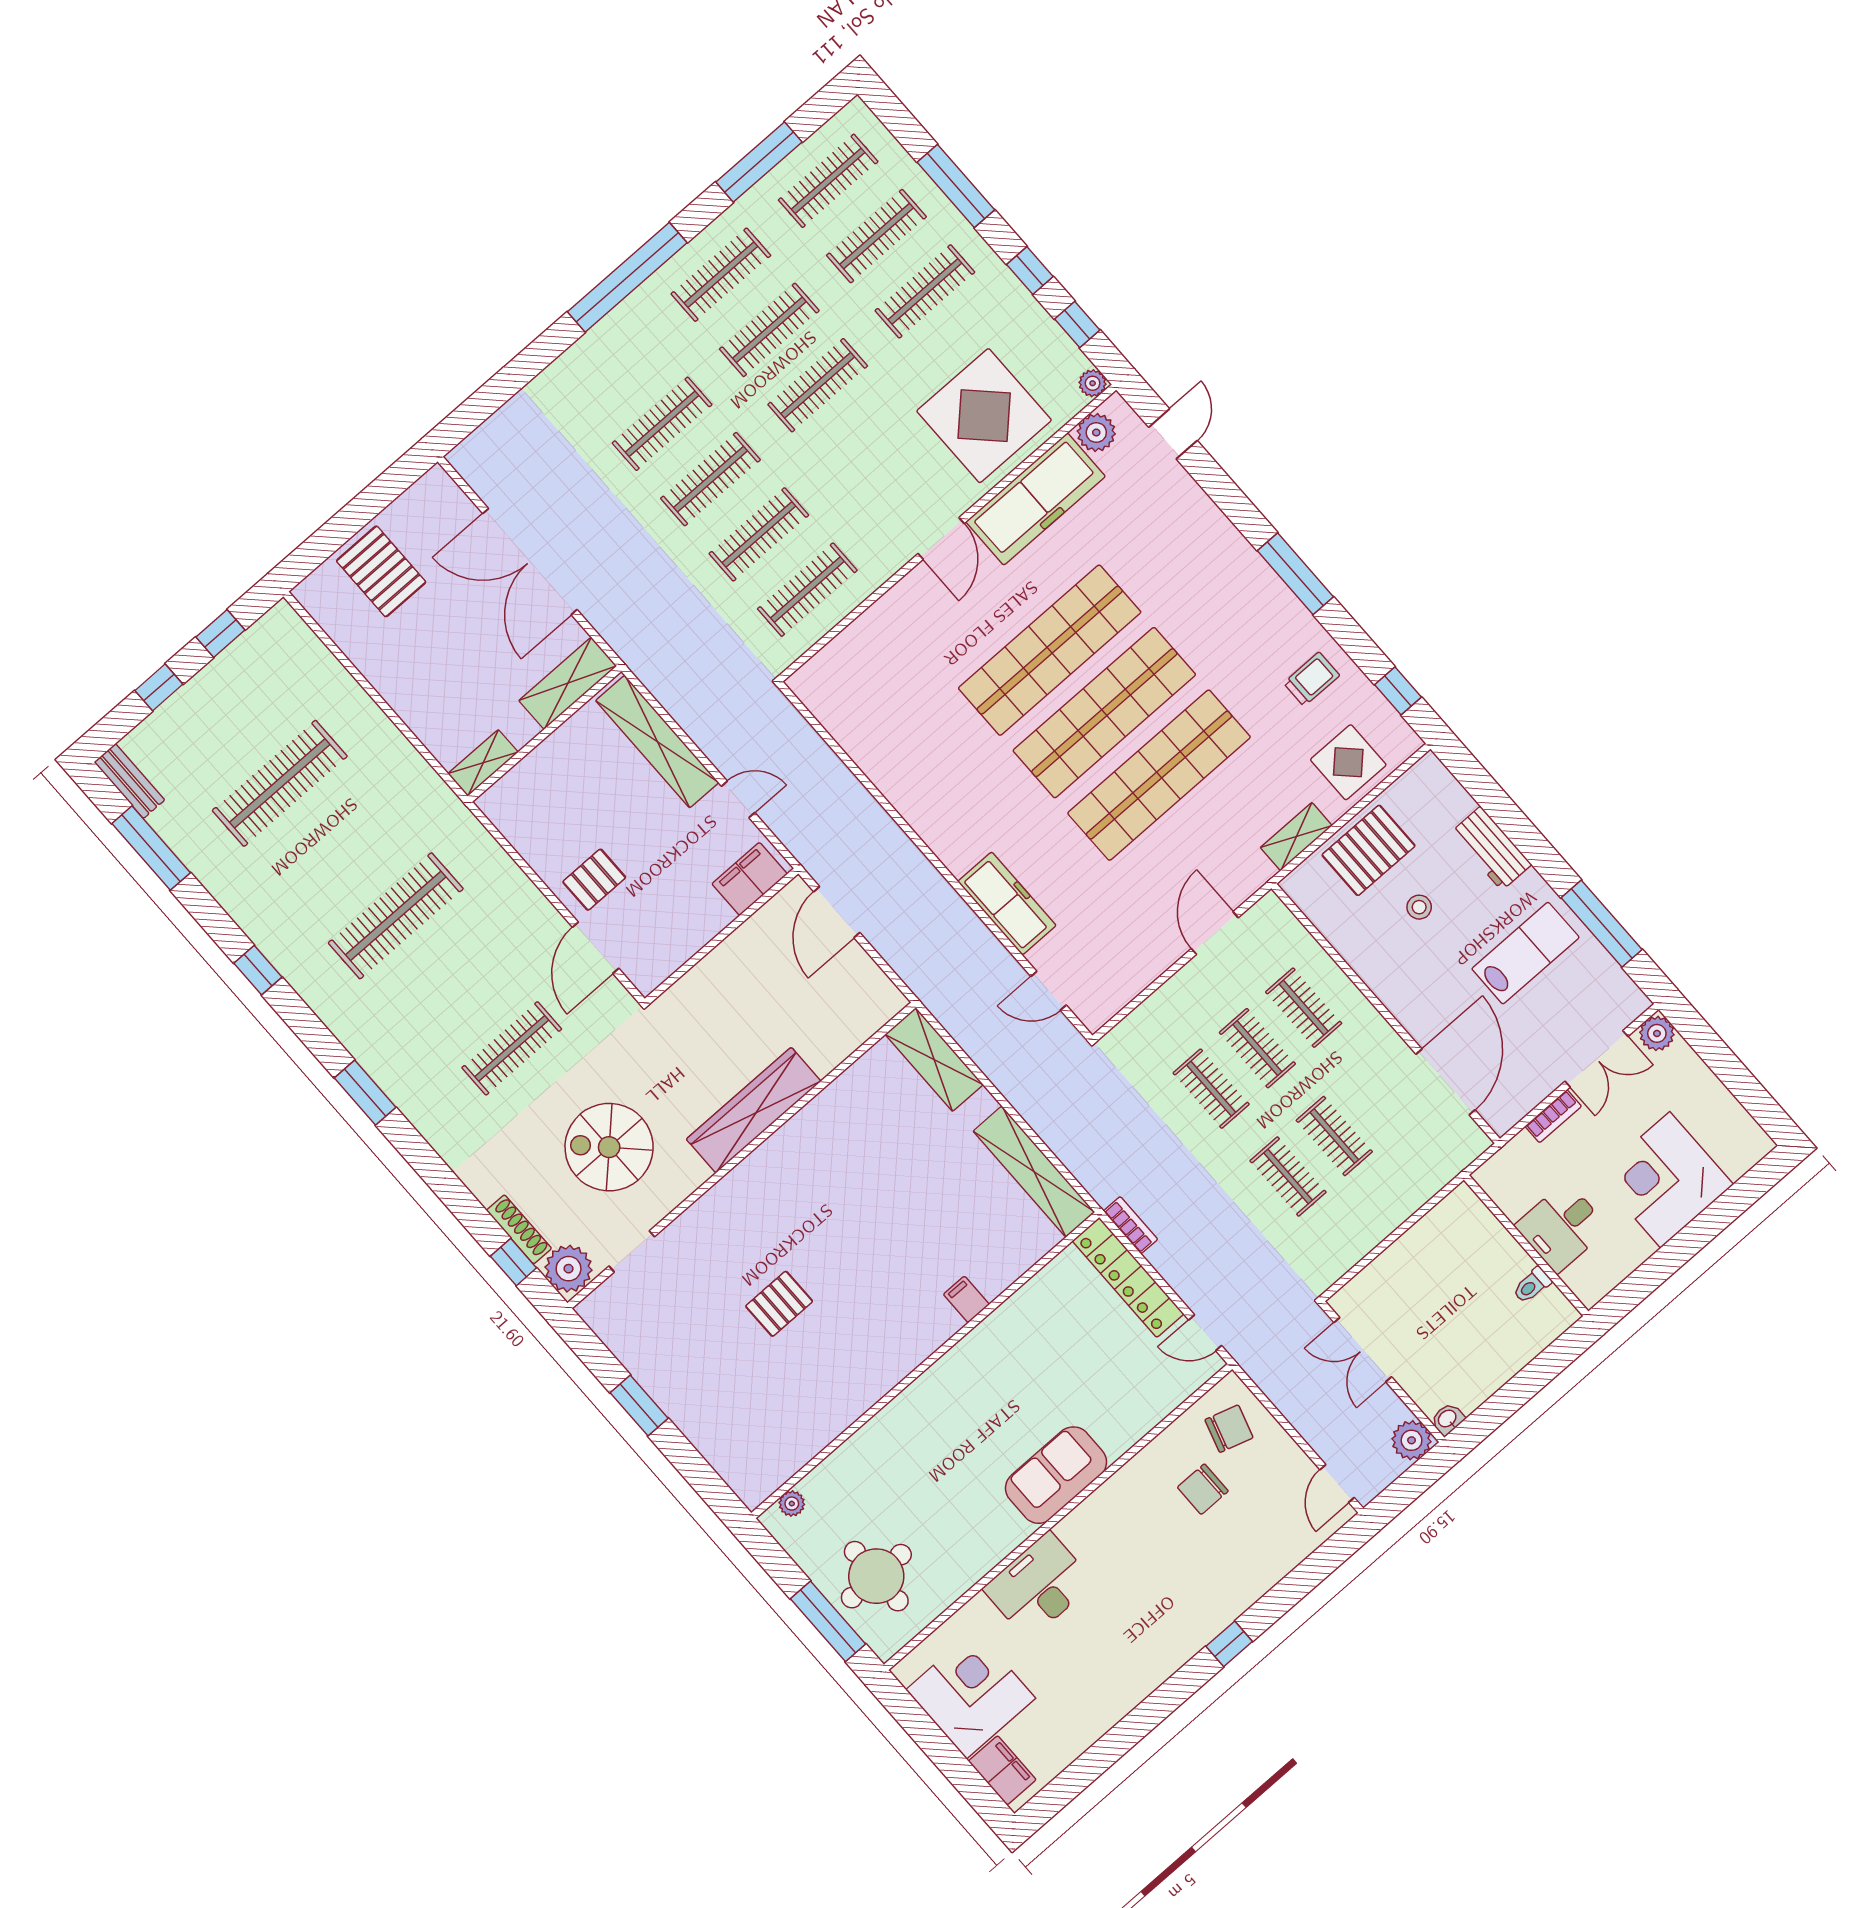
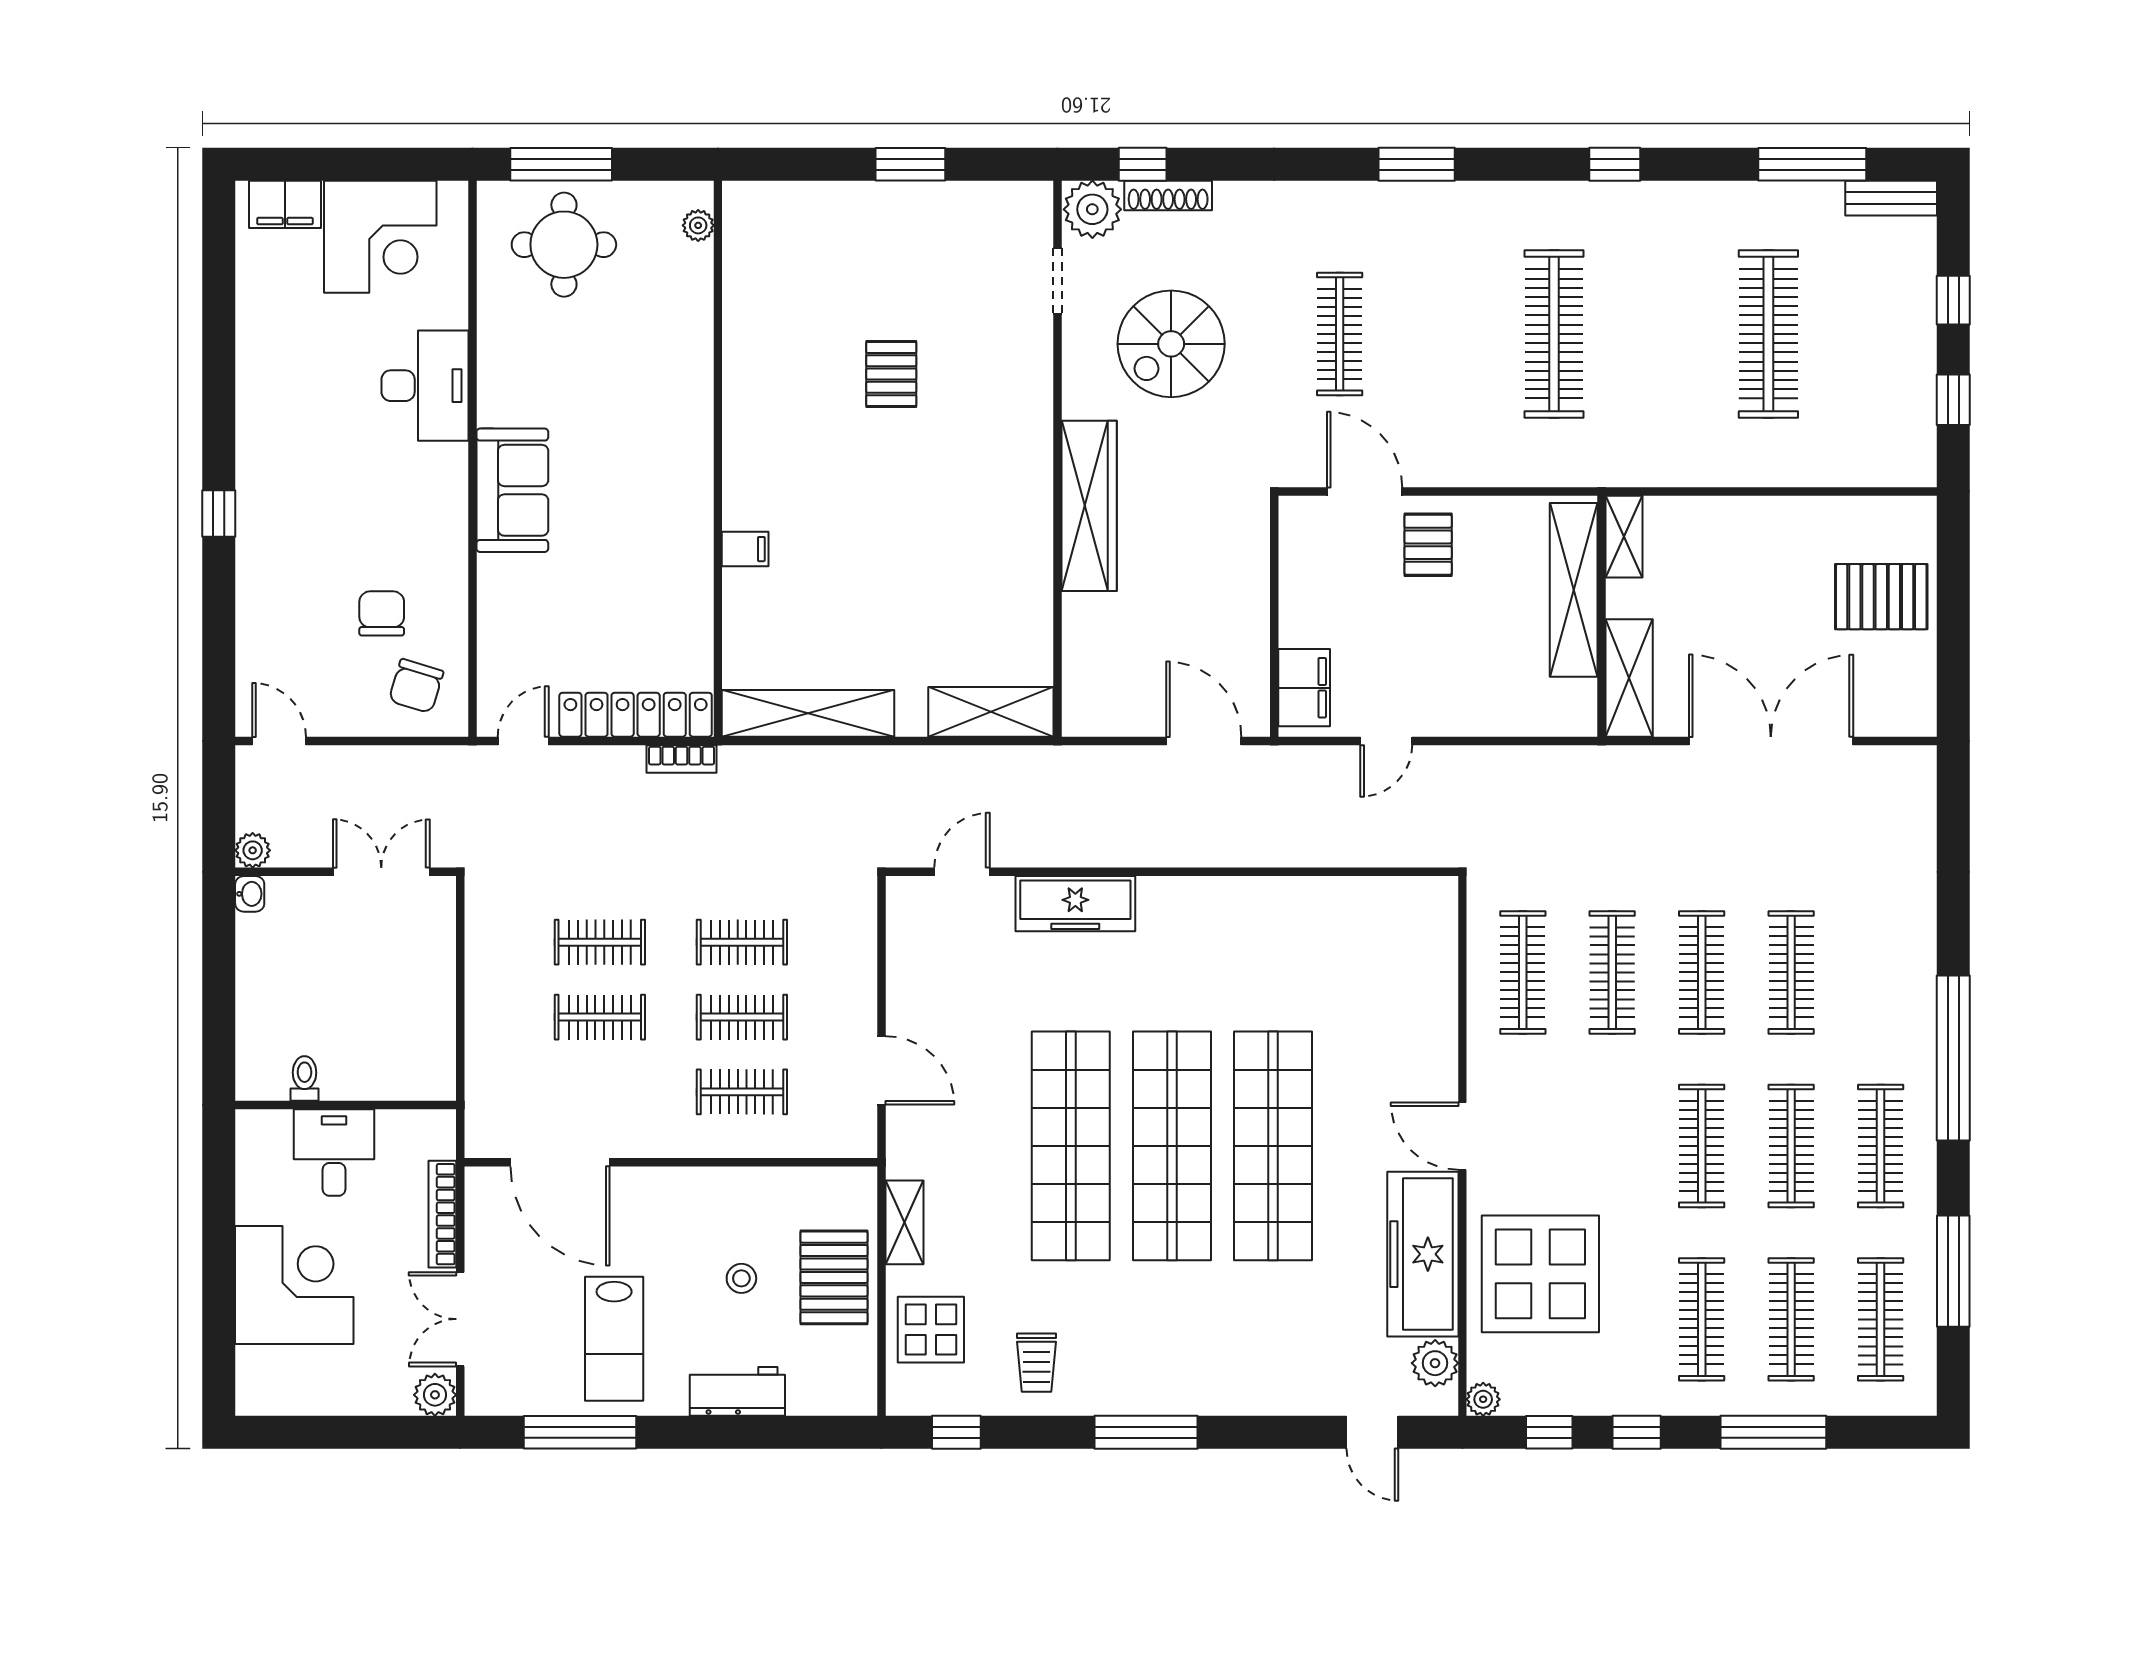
shelving: (657, 742) -> (1574, 590), moved, turned 90
bookcase: (1553, 1116) -> (442, 1214), width x1.56
spiral stairs: (609, 1147) -> (1171, 344), turned 180
plant: (1412, 1440) -> (253, 850), width x0.73, depth x0.73

